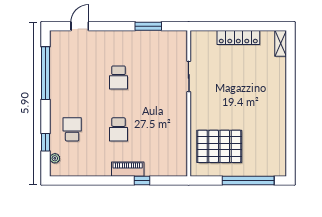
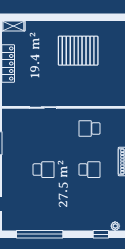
school desk: (72, 129) -> (89, 128), moved
pallet: (219, 146) -> (78, 51), moved, turned 90

